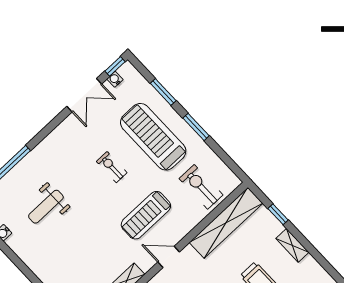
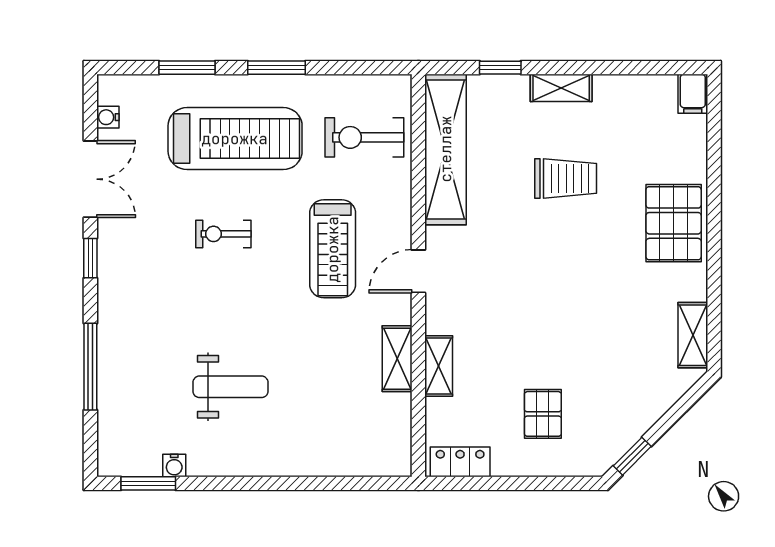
window: (115, 66) -> (90, 258), moved
treadmill: (153, 137) -> (235, 139), turned 180
weight bench: (46, 207) -> (230, 387), moved, turned -90

